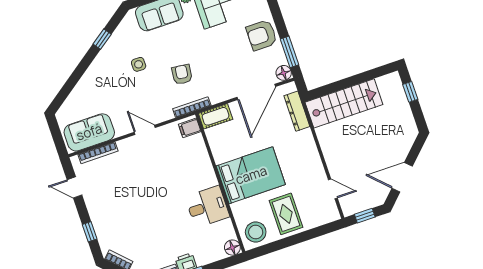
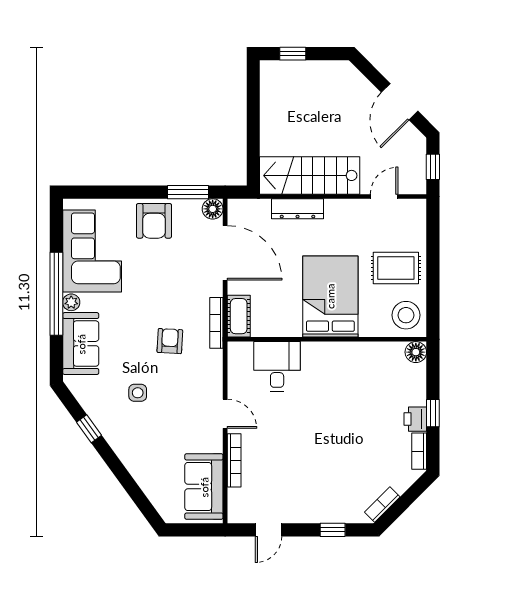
armchair: (182, 74) -> (170, 341), turned 86
stairs: (344, 103) -> (310, 175), moved, turned -90
bookcase: (192, 107) -> (216, 323), moved
dresser: (297, 111) -> (298, 209), moved
filing cabinet: (190, 128) -> (242, 355), removed
door: (145, 130) -> (225, 414), swing flipped
bookcase: (98, 153) -> (234, 460), moved
desk: (207, 207) -> (277, 366), moved

